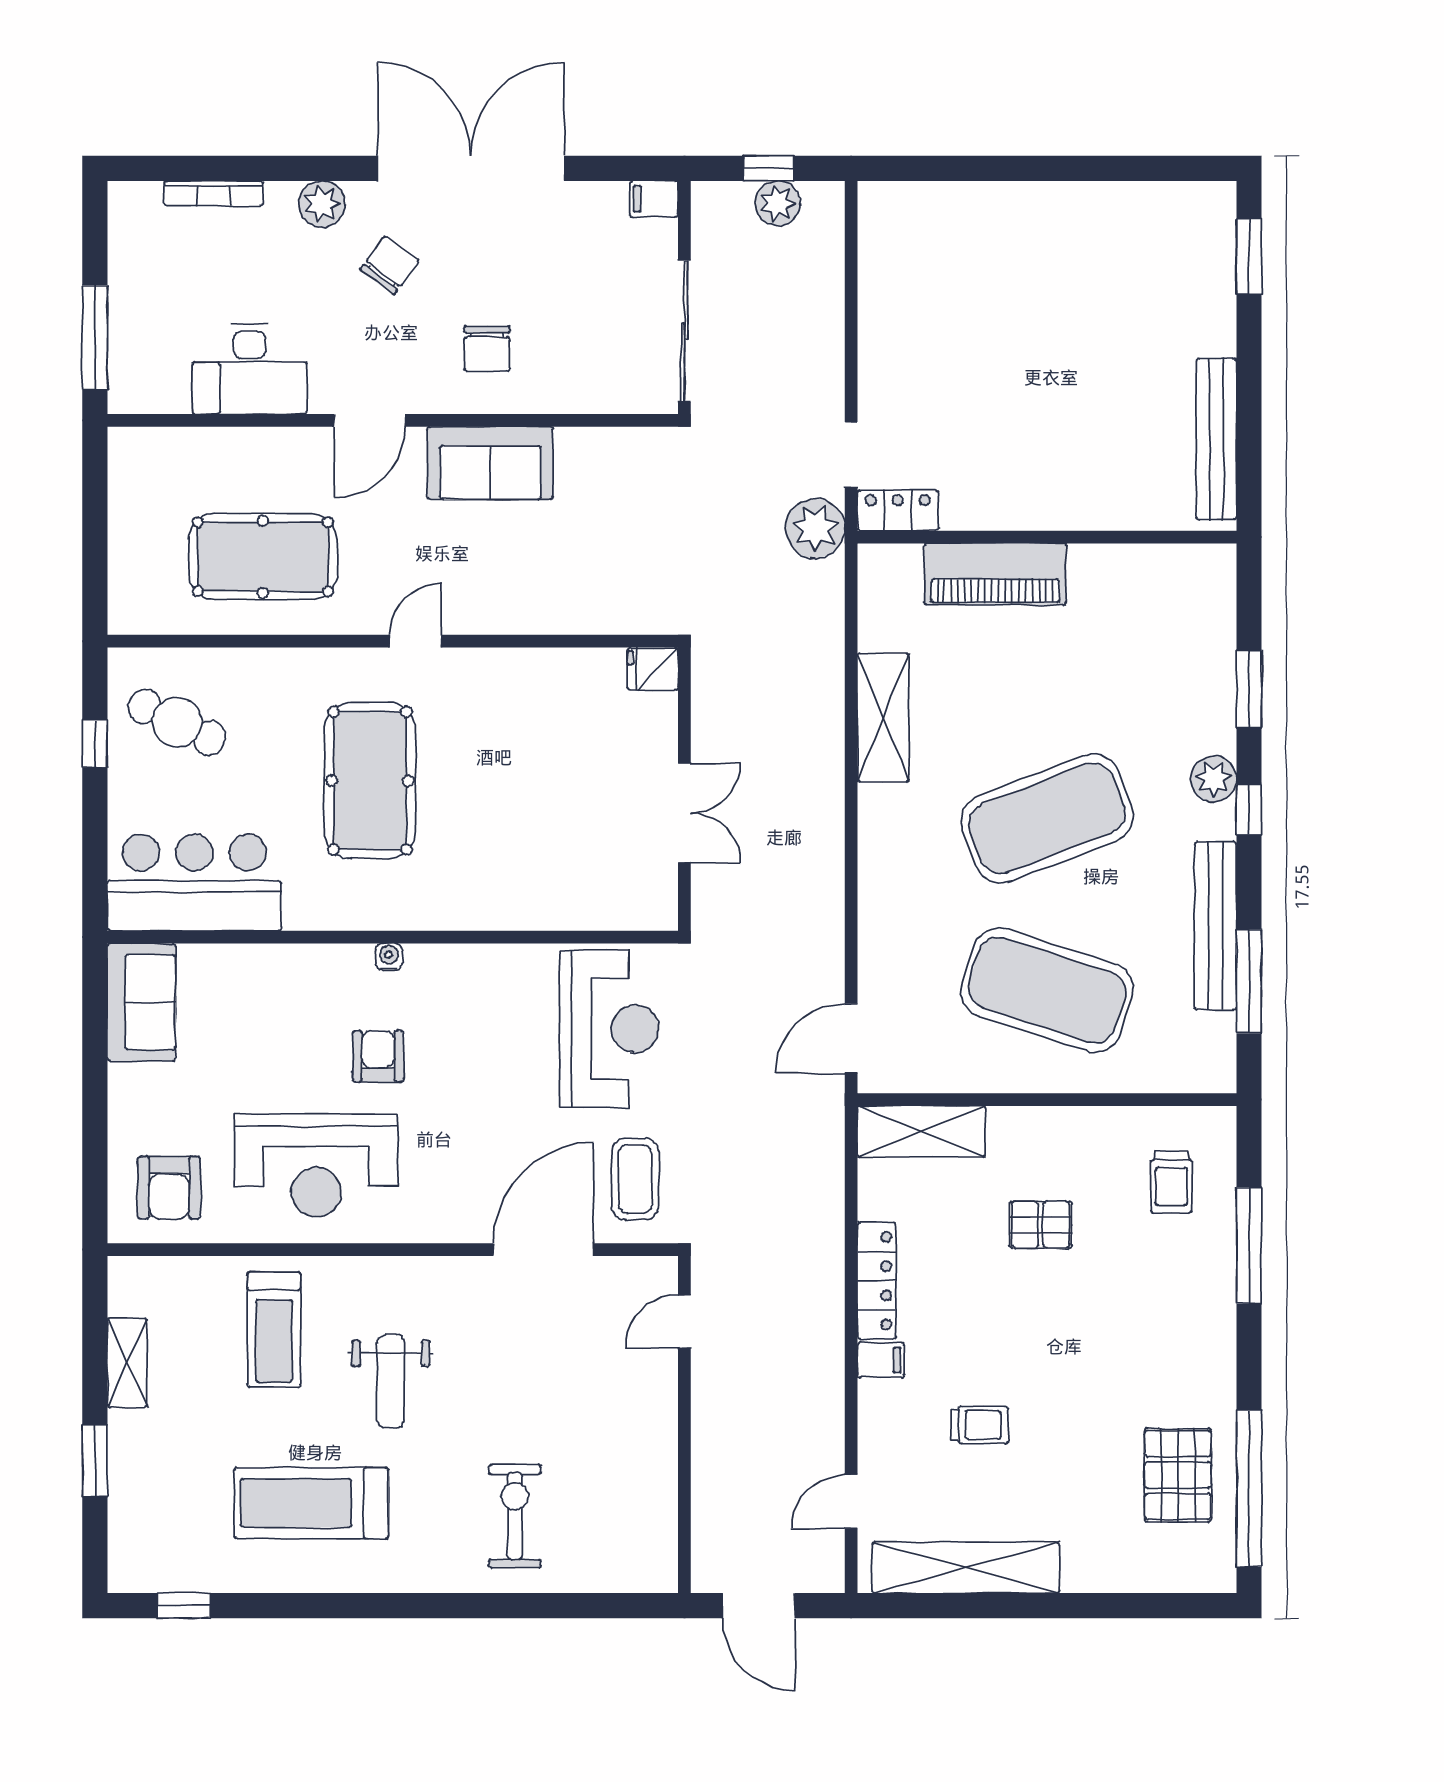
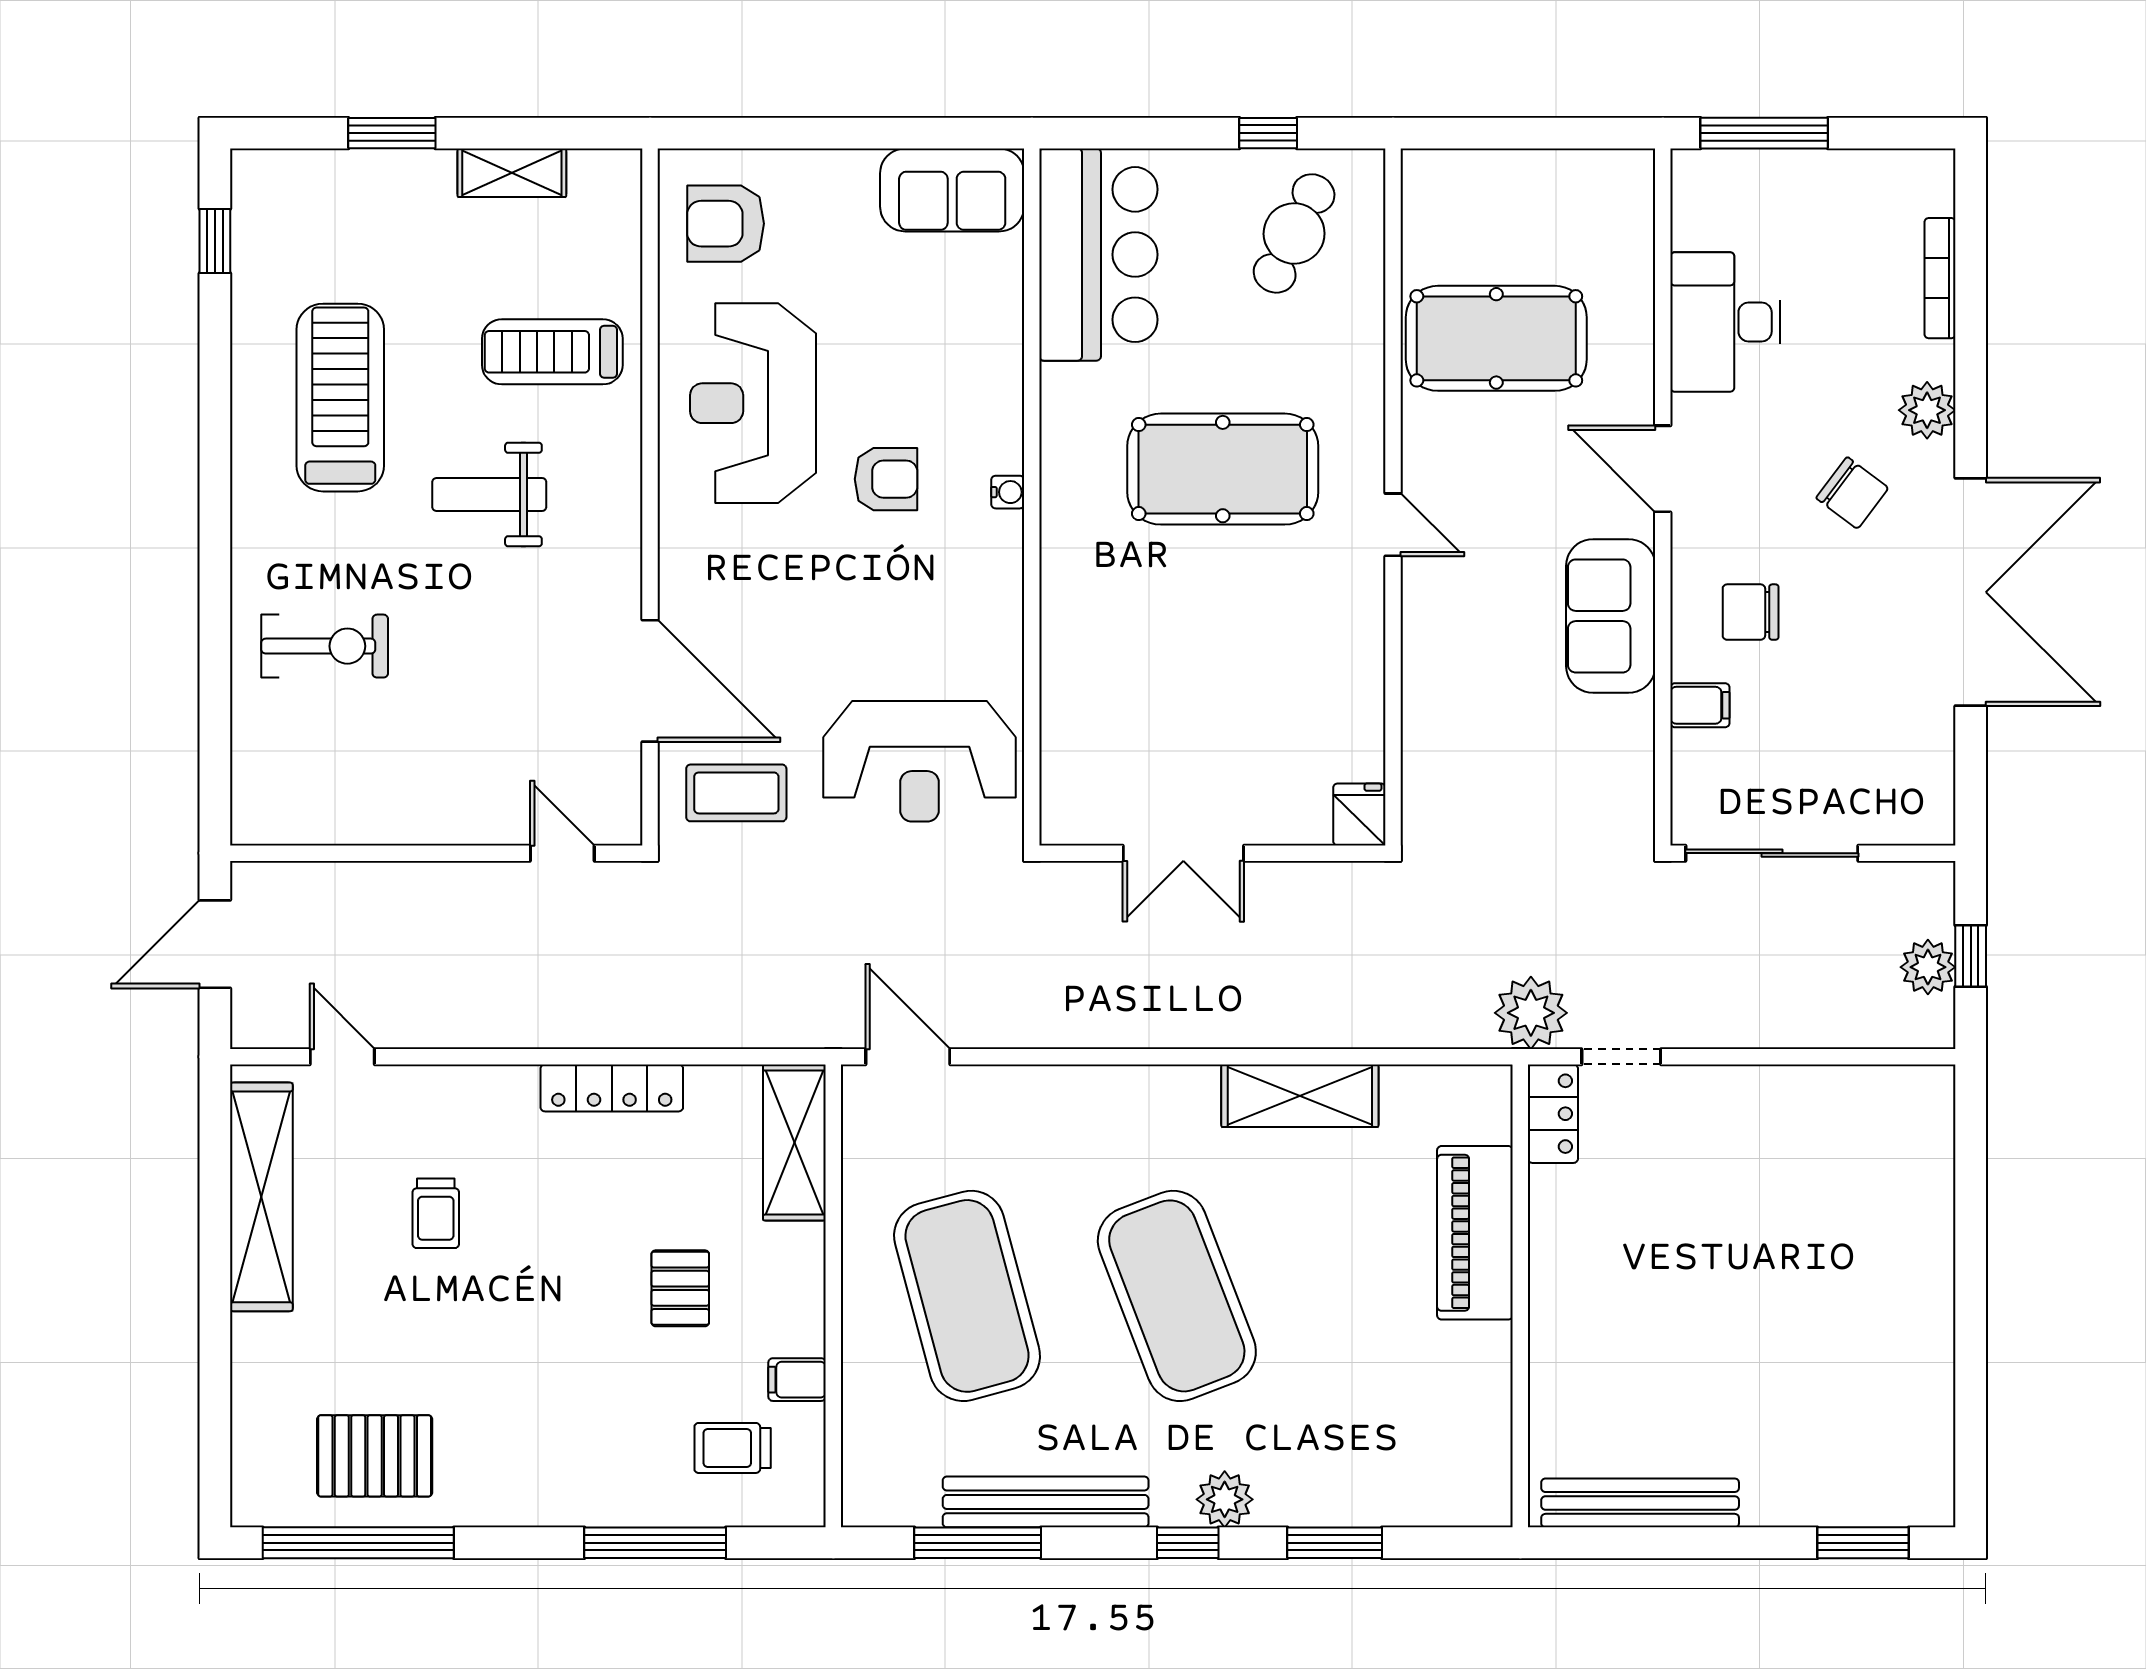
filing cabinet: (654, 199) -> (1700, 705), moved, turned 90
pool table: (263, 557) -> (1496, 338), turned 90
exercise mat: (1047, 990) -> (967, 1296), turned -33
filing cabinet: (881, 1360) -> (797, 1380), moved, turned 90

